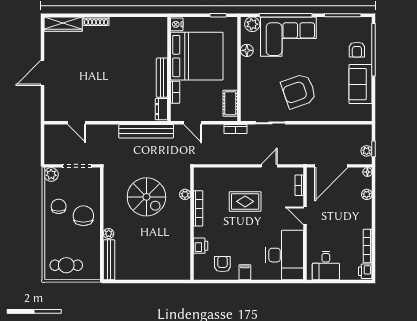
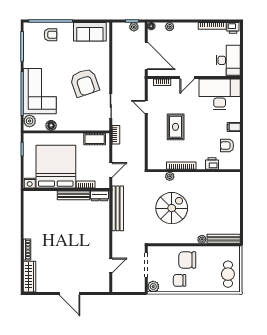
sofa: (361, 84) -> (90, 32), moved
desk: (326, 265) -> (228, 60), width x1.37

